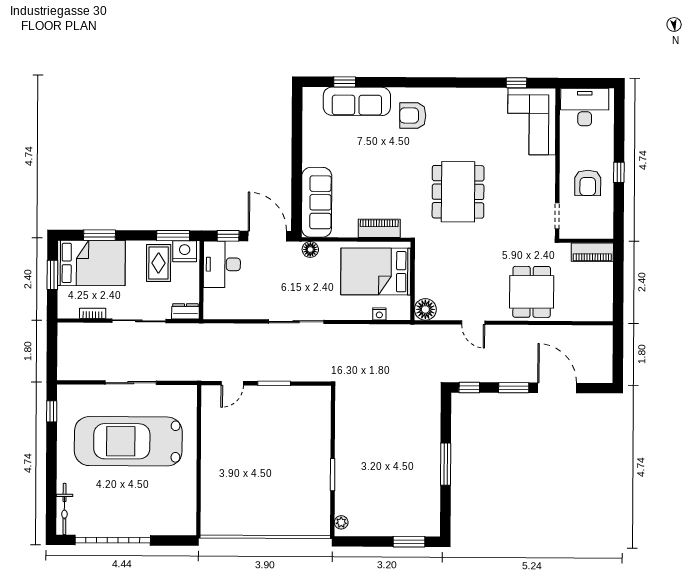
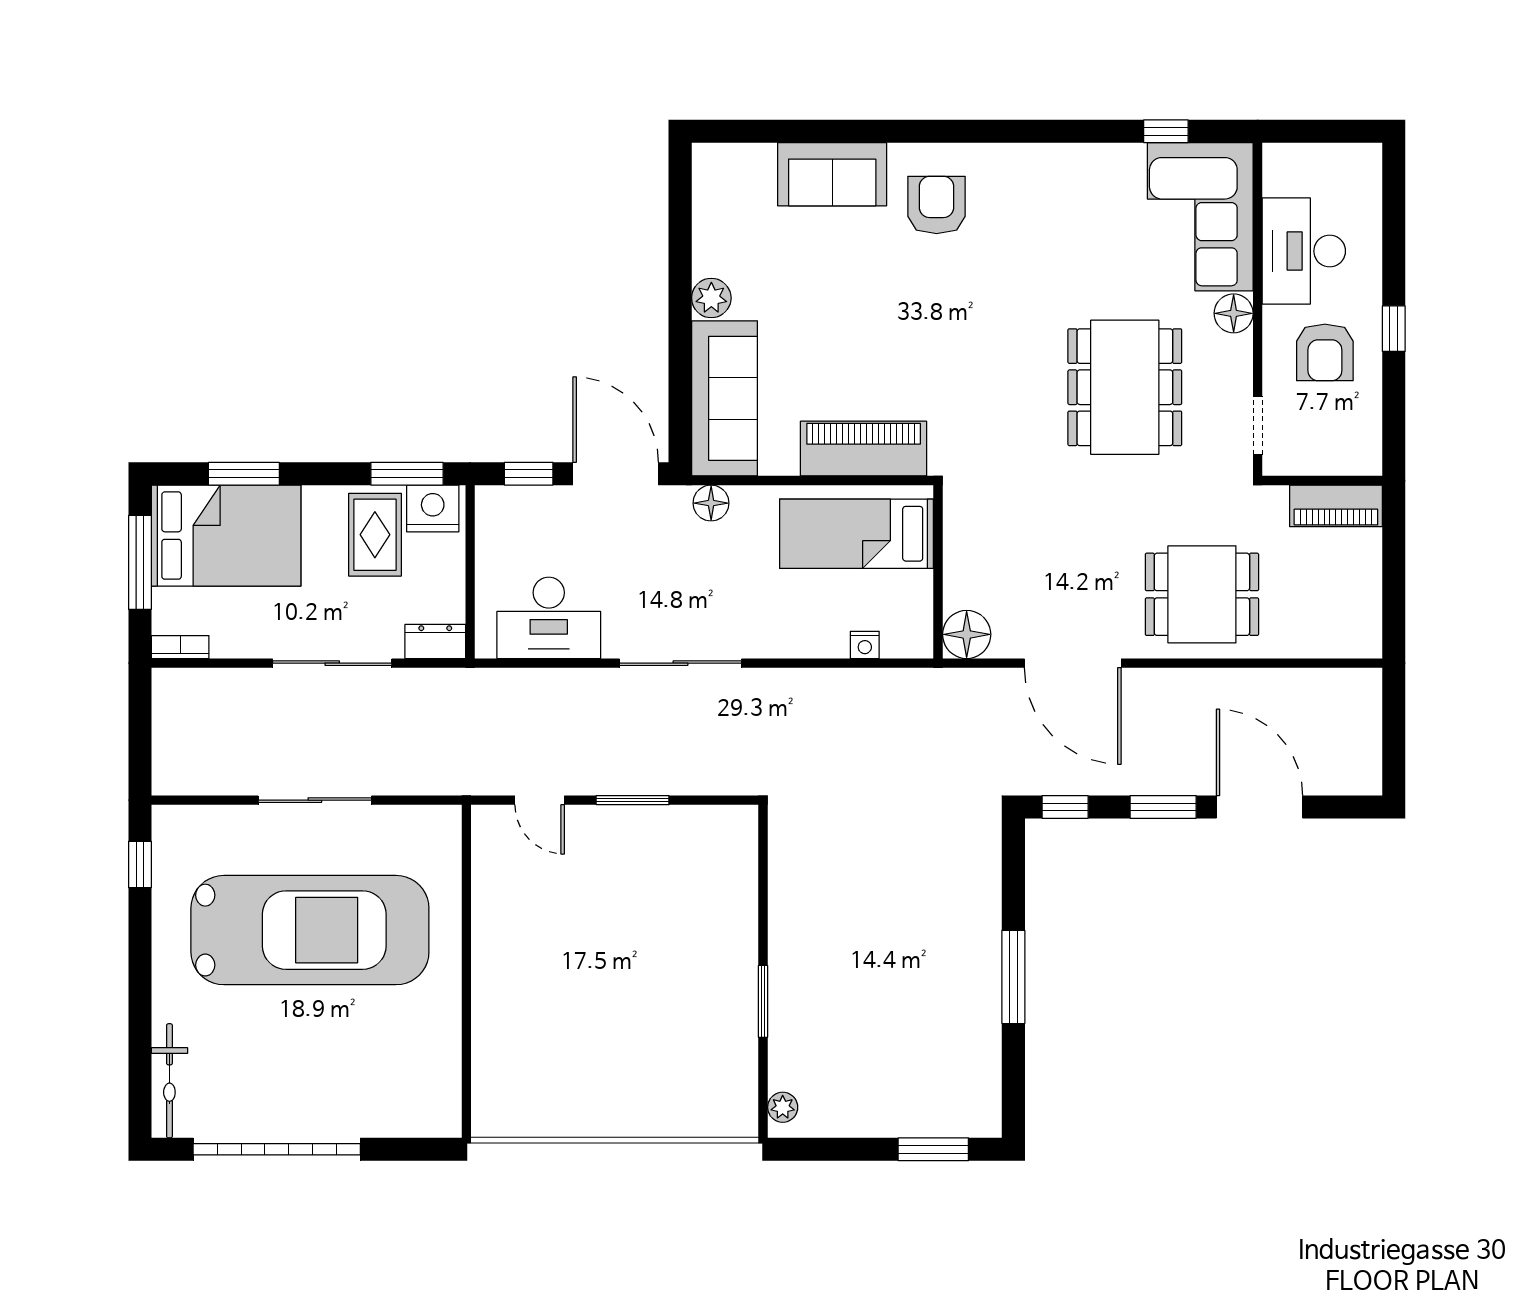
window: (345, 82) -> (785, 131), removed
sofa: (357, 101) -> (832, 174), width x0.73
desk: (585, 107) -> (1304, 251), moved, turned -90
armchair: (413, 116) -> (937, 205), turned 90
plant: (311, 157) -> (711, 298), added
floor lamp: (547, 165) -> (1234, 313), added
dining table: (458, 192) -> (1125, 387), moved
piano: (379, 228) -> (864, 449), width x1.37, depth x1.33
desk: (222, 264) -> (549, 618), moved, turned -90
bed: (376, 272) -> (856, 534), width x0.67
window: (52, 275) -> (140, 562), width x1.44
dining table: (532, 292) -> (1202, 594), turned 90
bookcase: (93, 313) -> (180, 647), moved
door: (473, 323) -> (1073, 663), width x1.87
door: (232, 383) -> (540, 800), hinge flipped
car: (128, 441) -> (310, 930), turned 180

